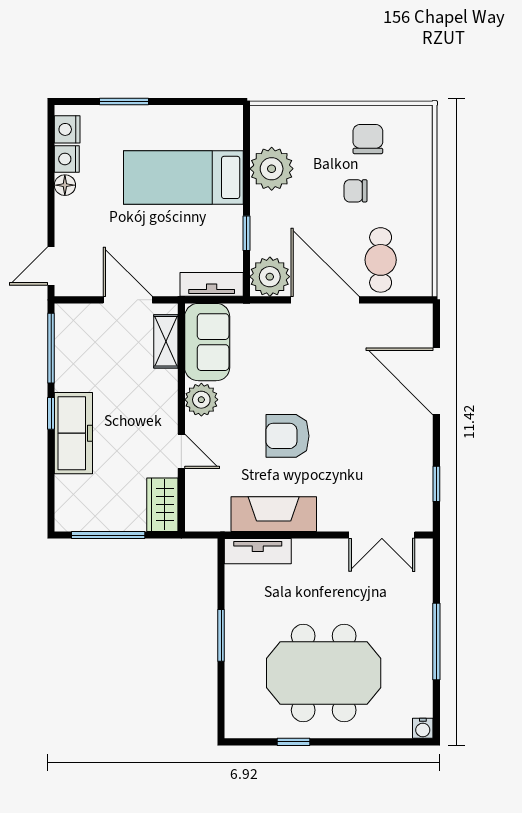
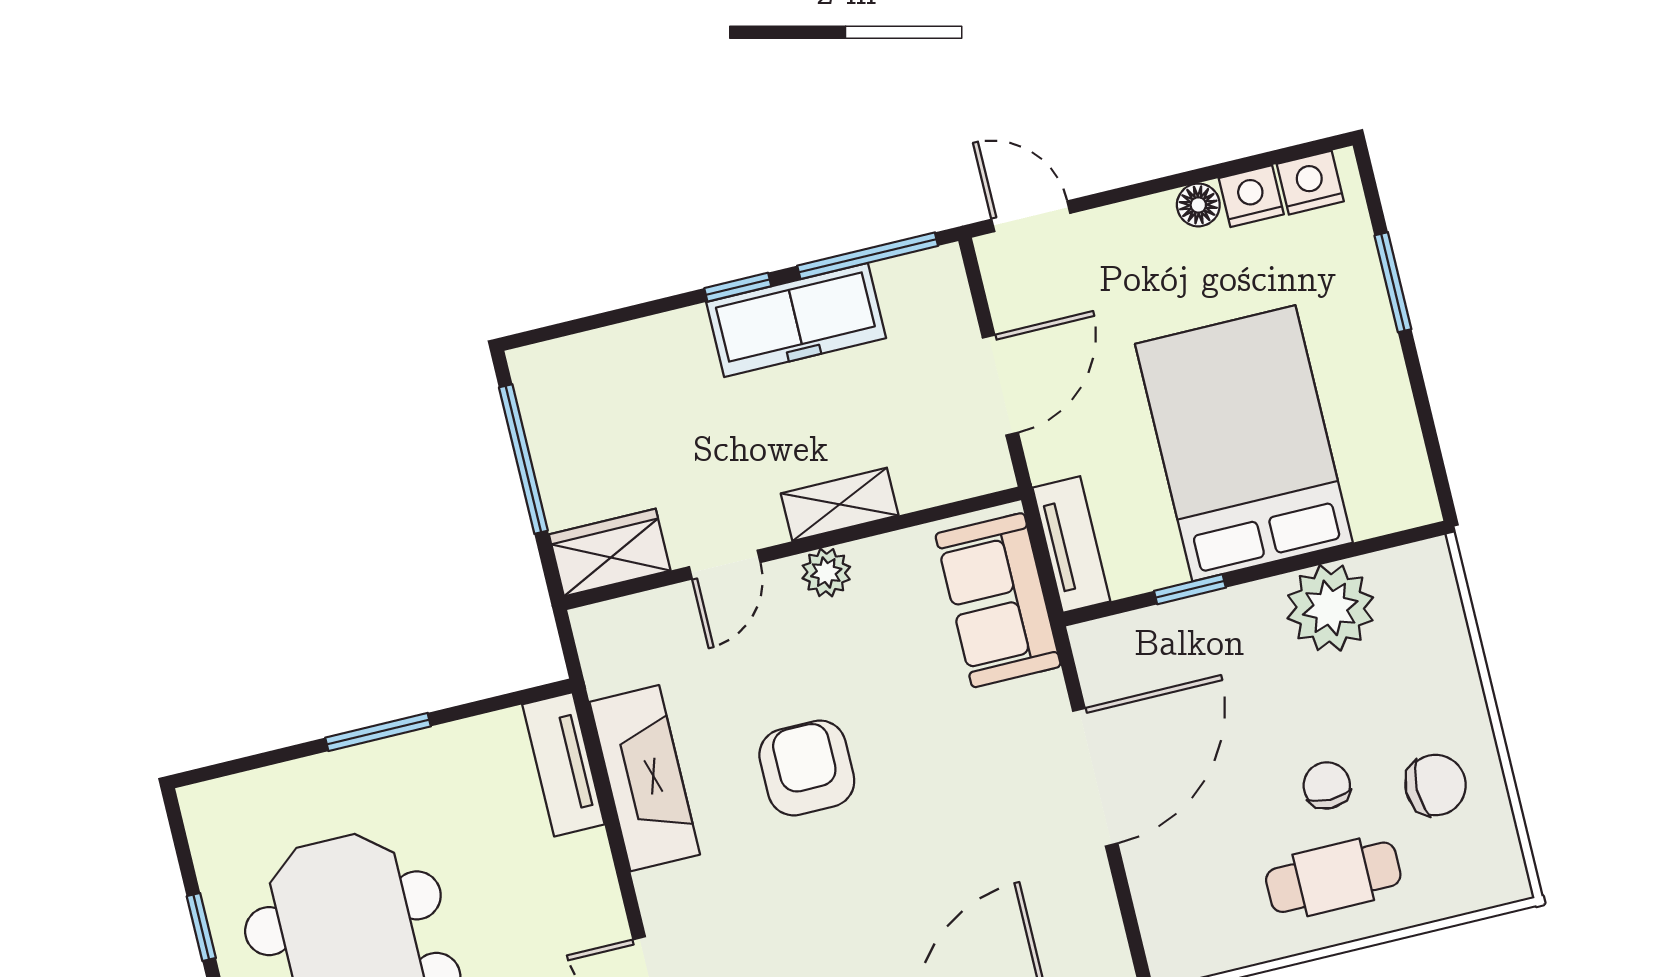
bed: (183, 177) -> (1244, 443), width x1.50
cafe table: (381, 260) -> (1333, 877), moved
plant: (270, 277) -> (1115, 656), removed
shelving: (166, 341) -> (840, 504), moved
sofa: (207, 342) -> (998, 600), moved, turned 90
plant: (201, 400) -> (826, 573), width x0.73, depth x0.73
freezer: (73, 433) -> (796, 320), moved

